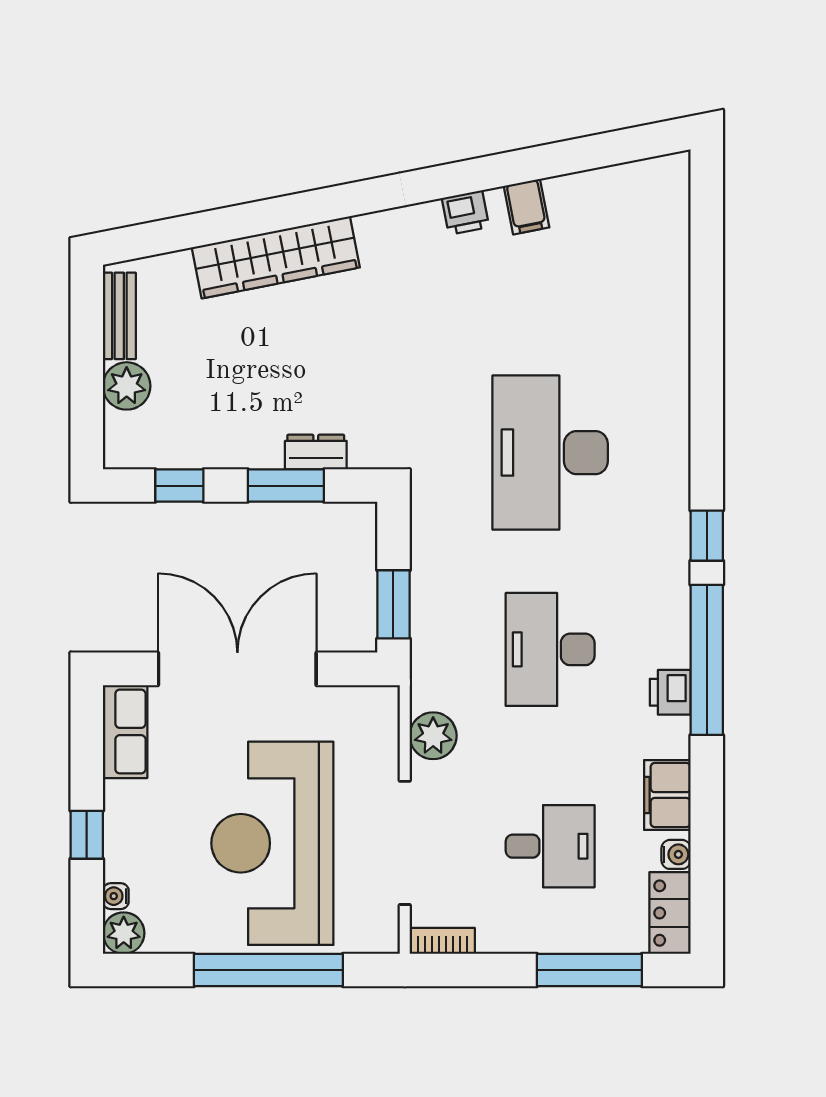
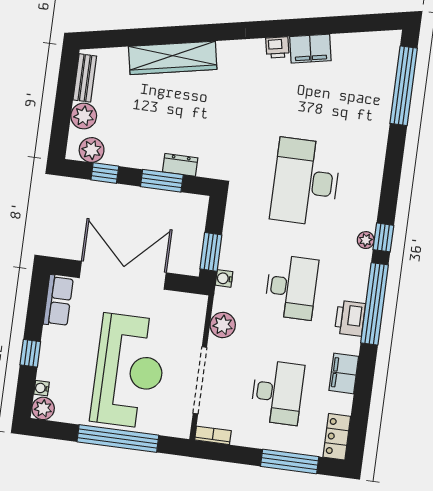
filing cabinet: (526, 207) -> (310, 49), width x2.00
window: (707, 252) -> (404, 86), added
plant: (149, 446) -> (92, 150), added
plant: (675, 545) -> (366, 240), added
desk: (550, 649) -> (291, 287), turned 180
printer: (670, 692) -> (350, 318), width x1.36, depth x1.24
reception desk: (272, 843) -> (129, 371), turned 180
desk: (550, 846) -> (277, 392), width x1.37
water cooler: (676, 854) -> (224, 278), moved, turned 180

